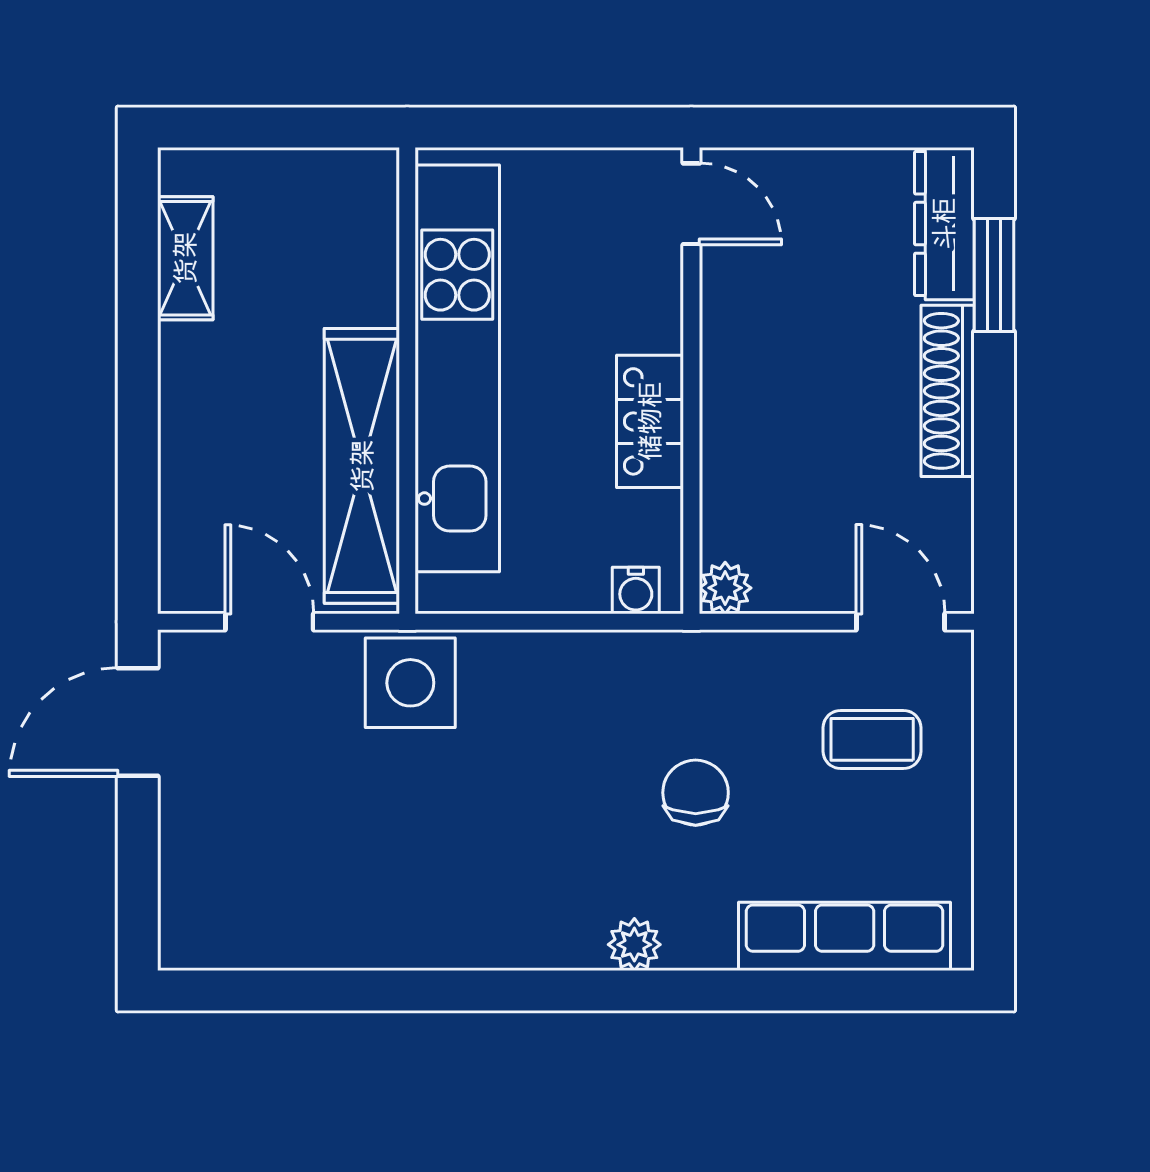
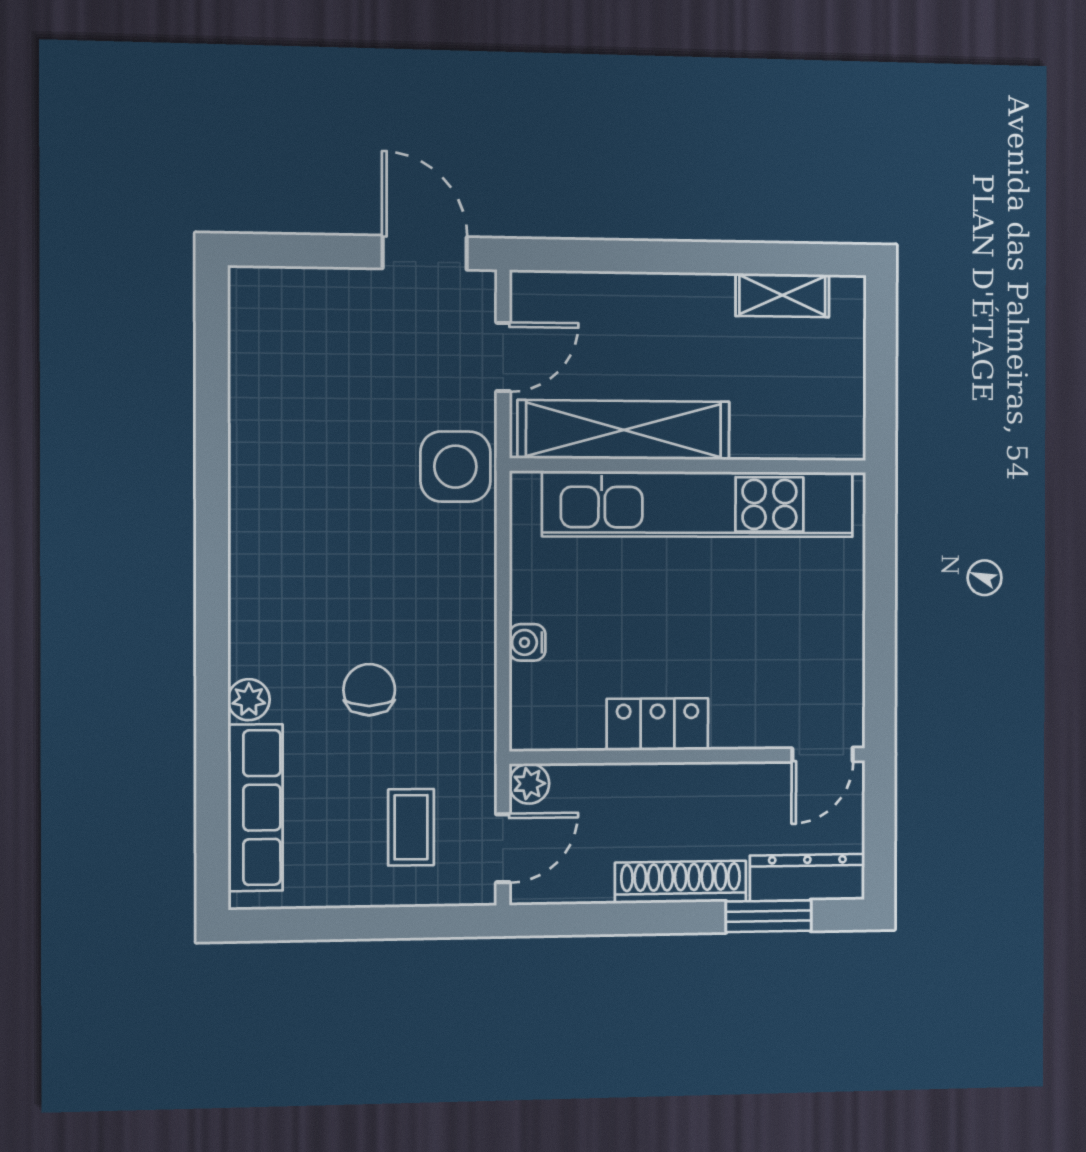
door: (691, 204) -> (823, 755), moved
wall: (691, 381) -> (689, 756), moved
locker: (650, 421) -> (657, 724), moved
plant: (725, 588) -> (529, 784), moved
chair: (696, 793) -> (369, 690), turned -90
plant: (634, 945) -> (249, 700), moved

